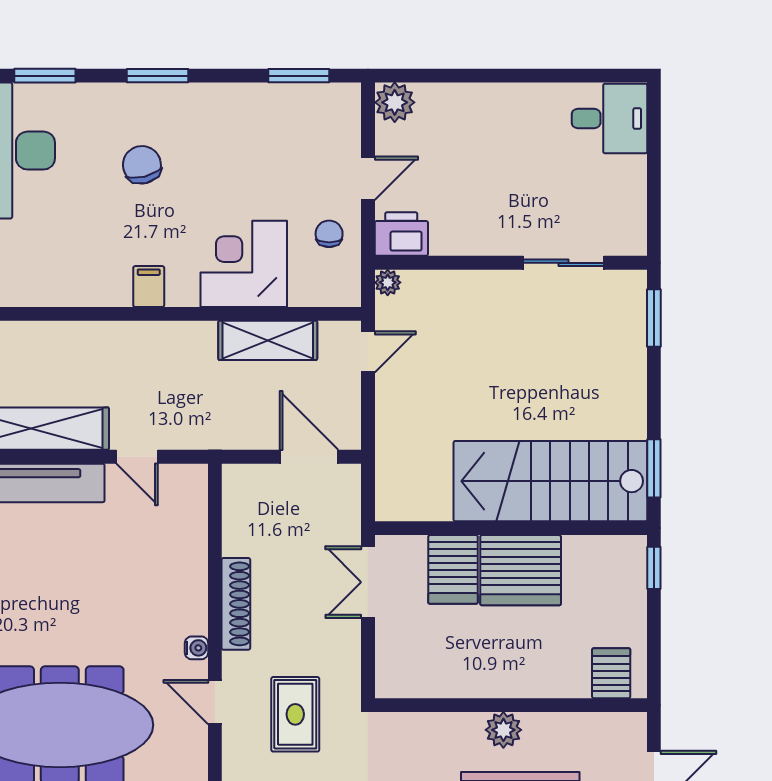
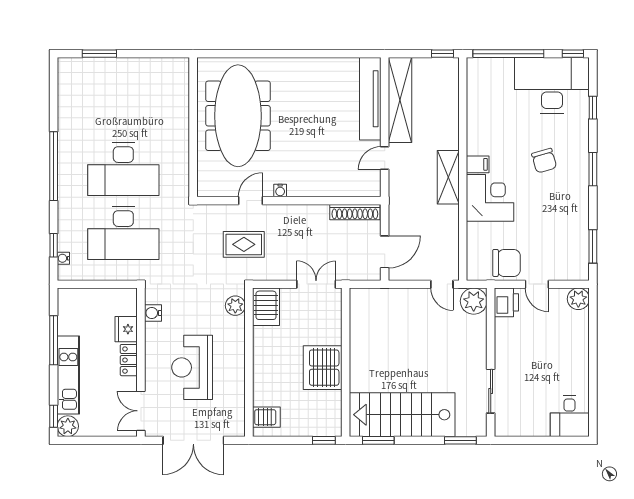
window: (45, 76) -> (593, 108), width x0.67
chair: (142, 165) -> (544, 161), turned 88
chair: (329, 234) -> (506, 263), width x1.87, depth x1.87
corner desk: (244, 264) -> (490, 198), moved
plant: (388, 282) -> (474, 301), width x1.88, depth x1.88
shelving: (268, 340) -> (448, 177), moved
stairs: (550, 481) -> (402, 415), moved, turned -90
server rack: (453, 569) -> (266, 307), moved, turned -90
shoe rack: (236, 604) -> (355, 212), moved
plant: (503, 730) -> (235, 306), moved

